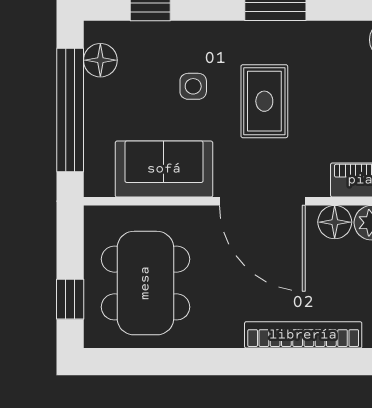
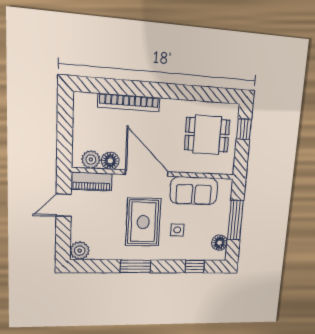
rug: (264, 101) -> (143, 222), width x1.36, depth x1.43
window: (70, 110) -> (235, 220), width x0.68
dining table: (145, 283) -> (207, 135), width x0.73

